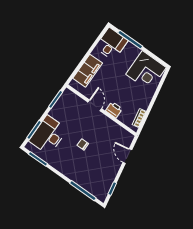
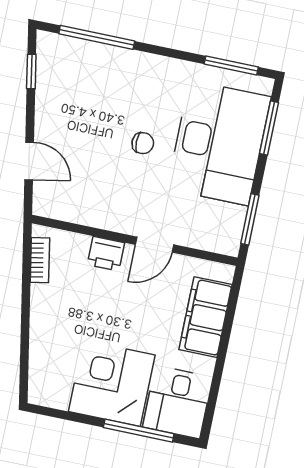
corner desk: (146, 71) -> (112, 383), moved
door: (95, 105) -> (155, 245), hinge flipped
desk: (48, 135) -> (219, 143), width x1.36, depth x1.30

